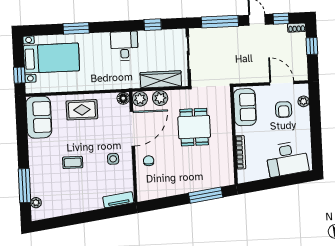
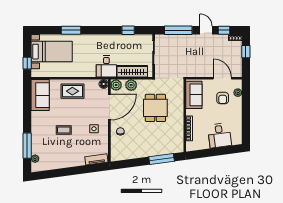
desk: (124, 46) -> (106, 66), moved, turned 180
desk: (287, 159) -> (219, 135), width x0.73

